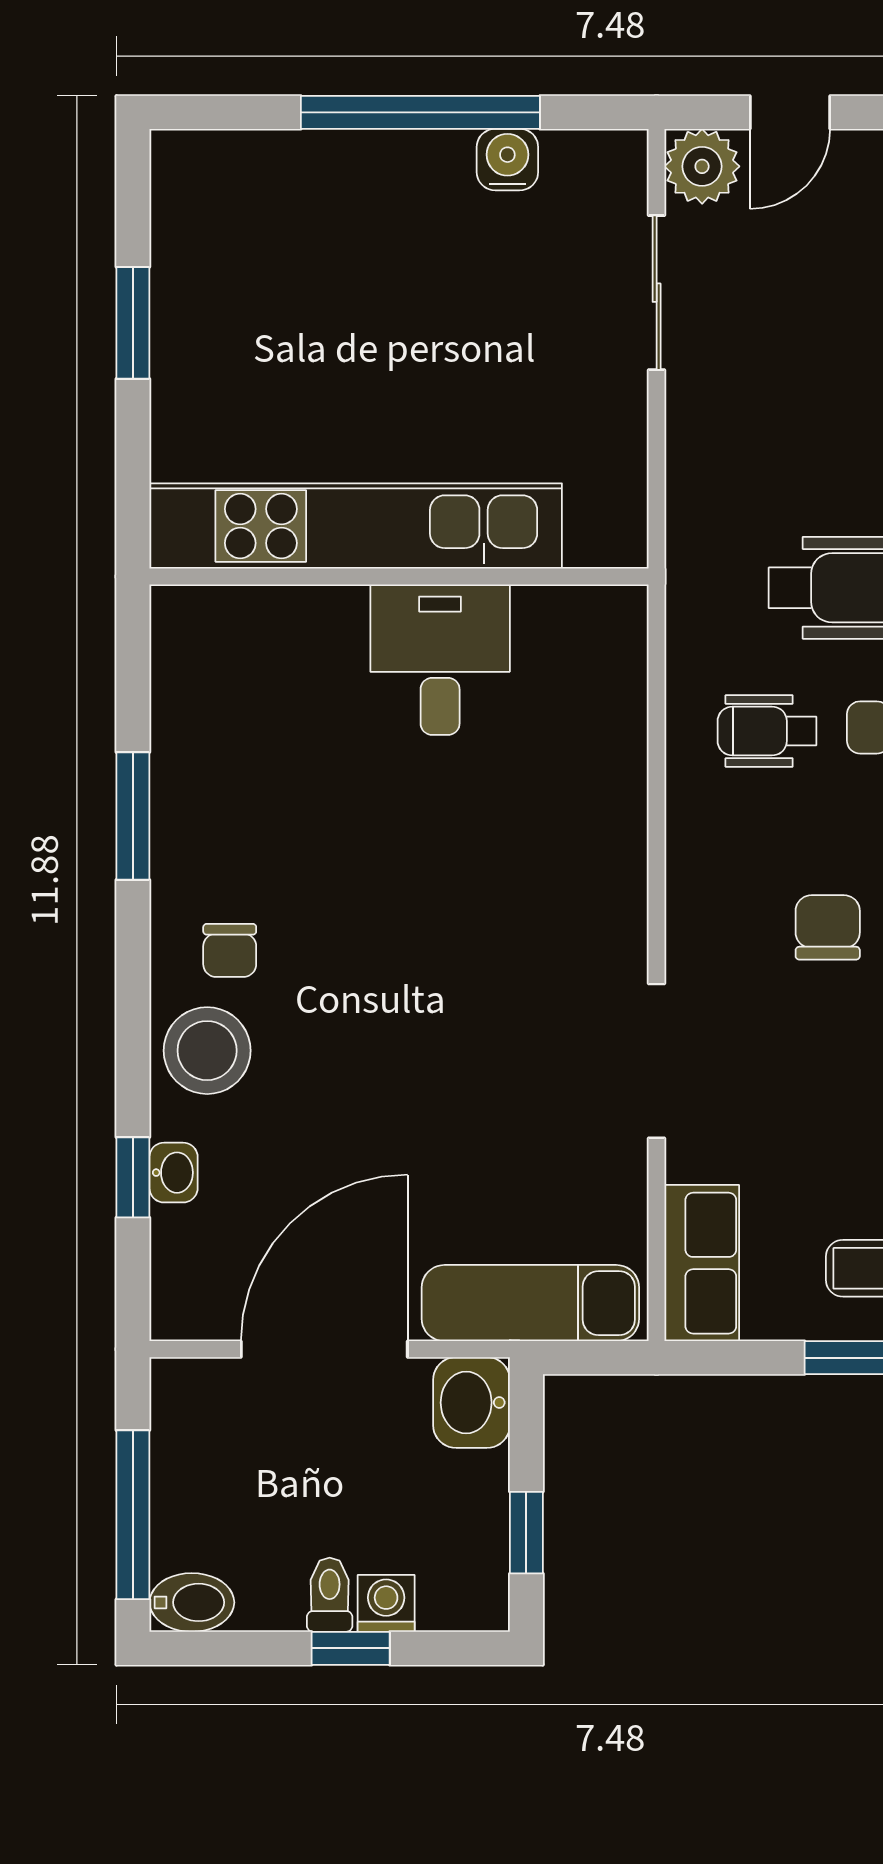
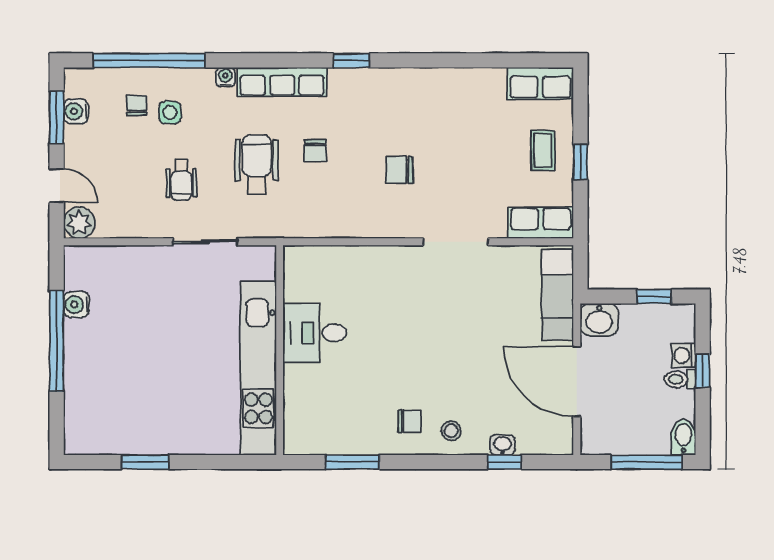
sliding door: (657, 293) -> (205, 242), moved
kitchen unit: (356, 526) -> (258, 368), moved
wall: (399, 577) -> (280, 350), moved
desk: (440, 660) -> (315, 333), moved
wheelchair: (767, 731) -> (181, 179), moved
stool: (207, 1051) -> (451, 431), width x0.53, depth x0.53

